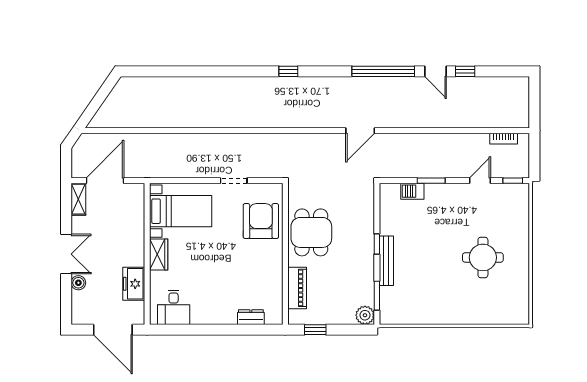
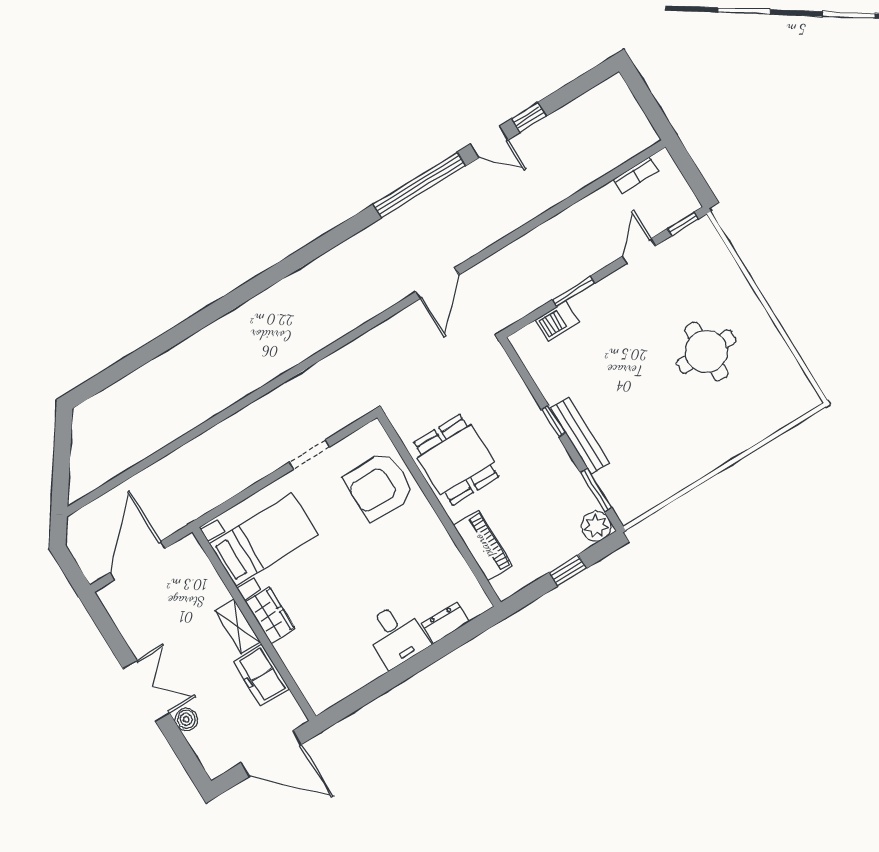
window: (288, 71) -> (293, 263), removed
shelving: (78, 199) -> (238, 626), moved
armchair: (261, 221) -> (379, 486), turned -90
desk: (174, 307) -> (396, 635), moved
window: (315, 330) -> (568, 570), moved

